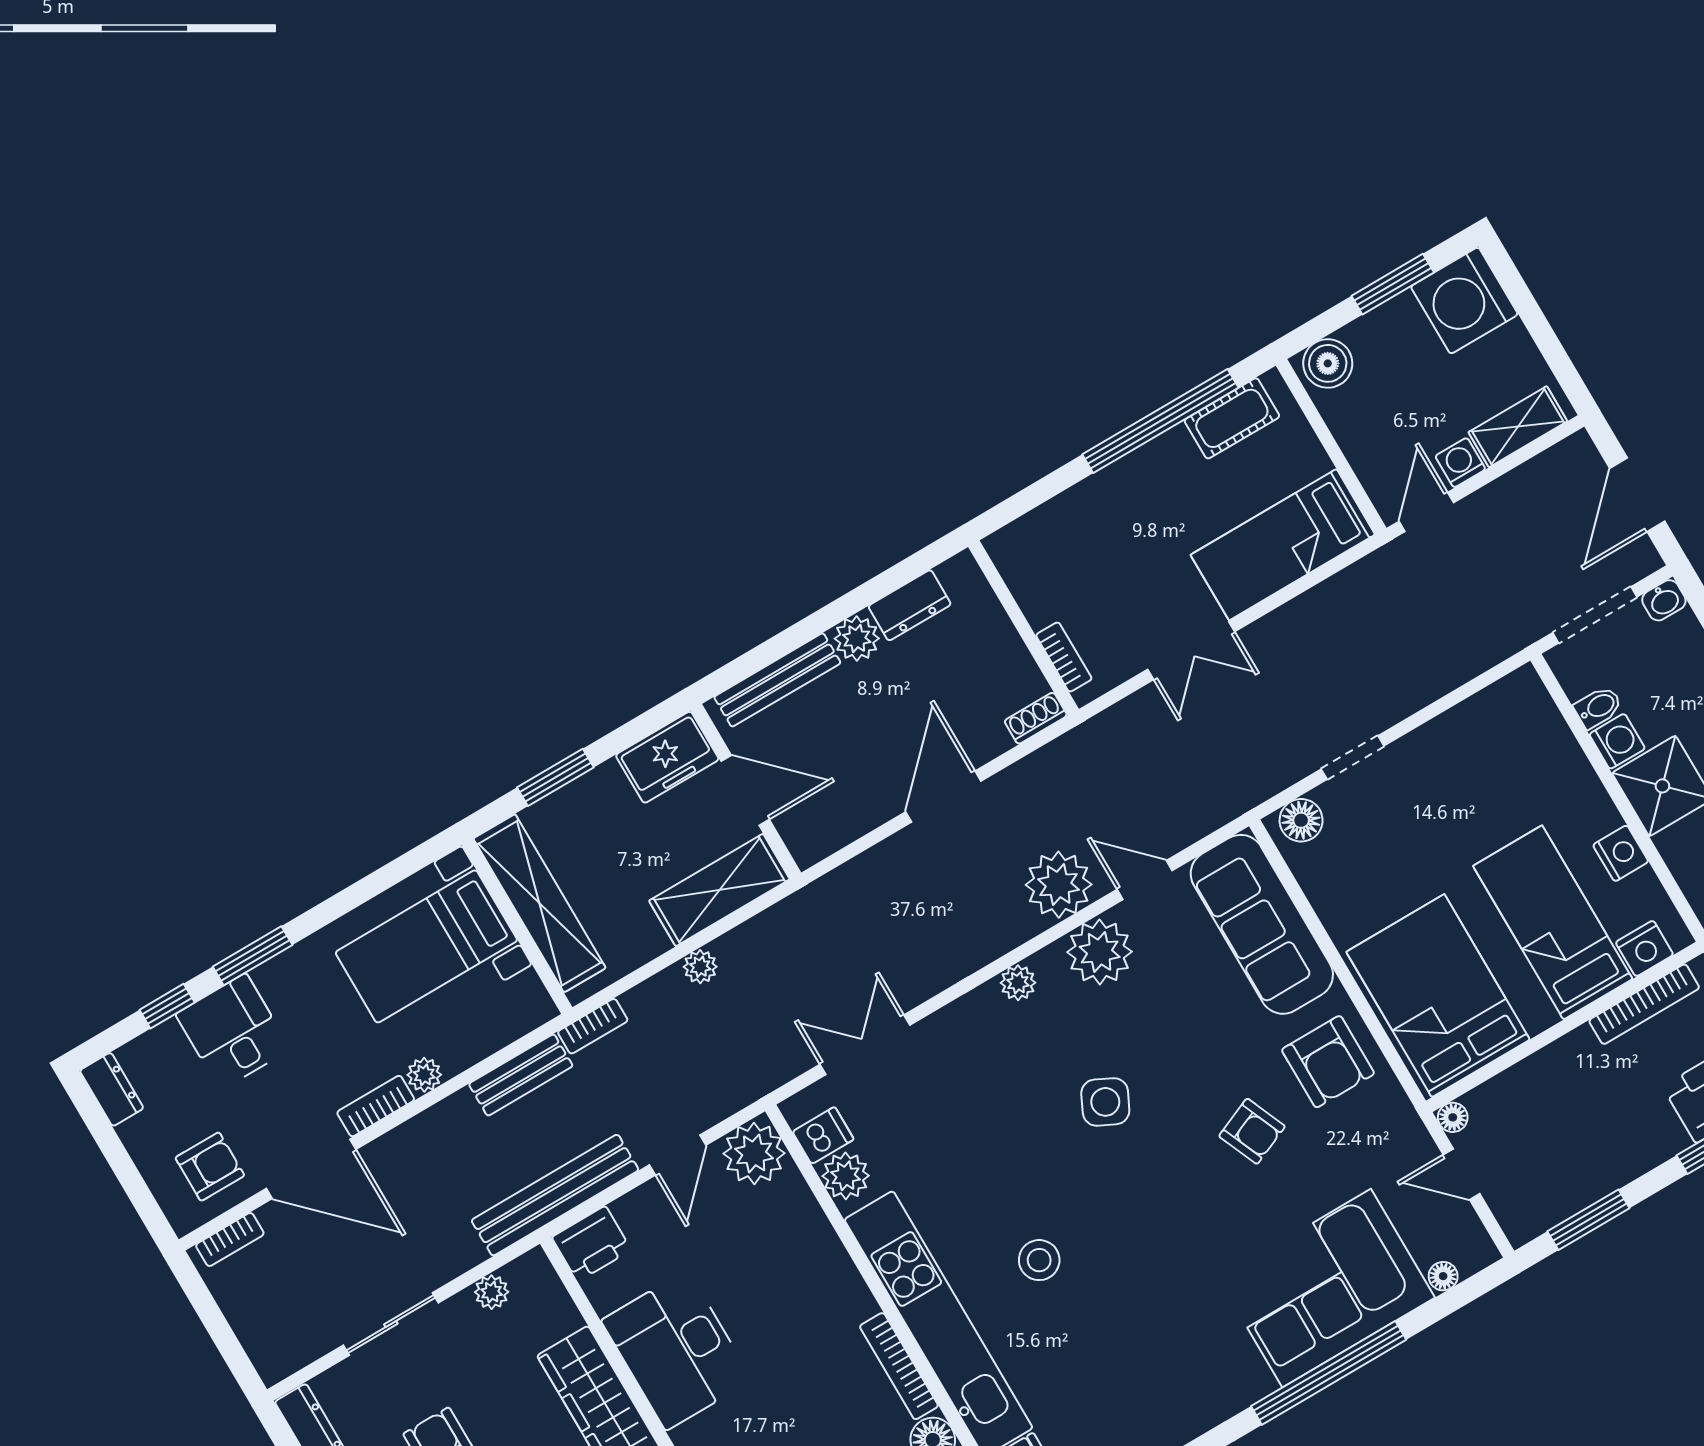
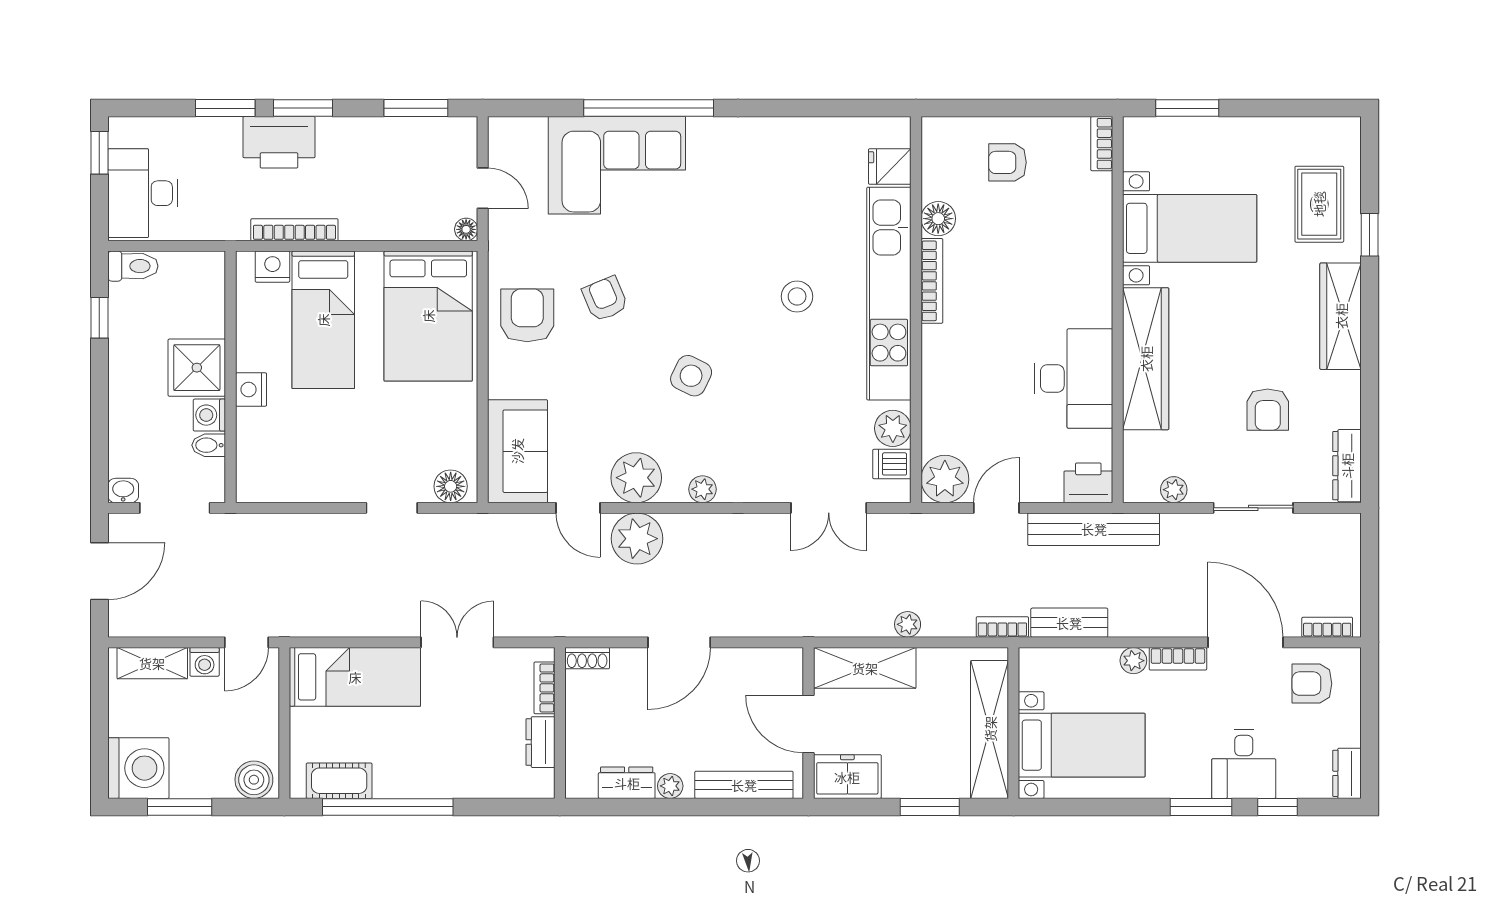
dresser: (1033, 594) -> (540, 742), added
plant: (857, 639) -> (670, 786), width x0.73, depth x0.73
nightstand: (1621, 853) -> (251, 390), moved
sofa: (1262, 924) -> (517, 451), width x0.73
floor lamp: (1443, 1276) -> (535, 128), removed

